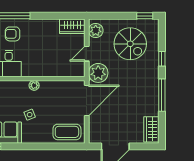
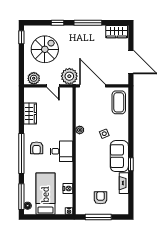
wardrobe: (72, 26) -> (30, 114), moved

